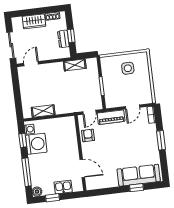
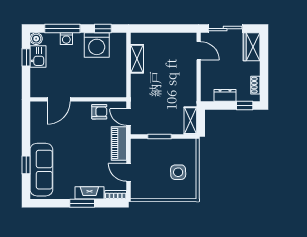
wardrobe: (34, 21) -> (252, 47), moved
window: (71, 36) -> (245, 106), moved
shelving: (75, 65) -> (190, 121), moved
washing machine: (29, 129) -> (66, 39), moved
fireplace: (152, 135) -> (89, 193), added
kitchen sink: (63, 187) -> (38, 57), moved

